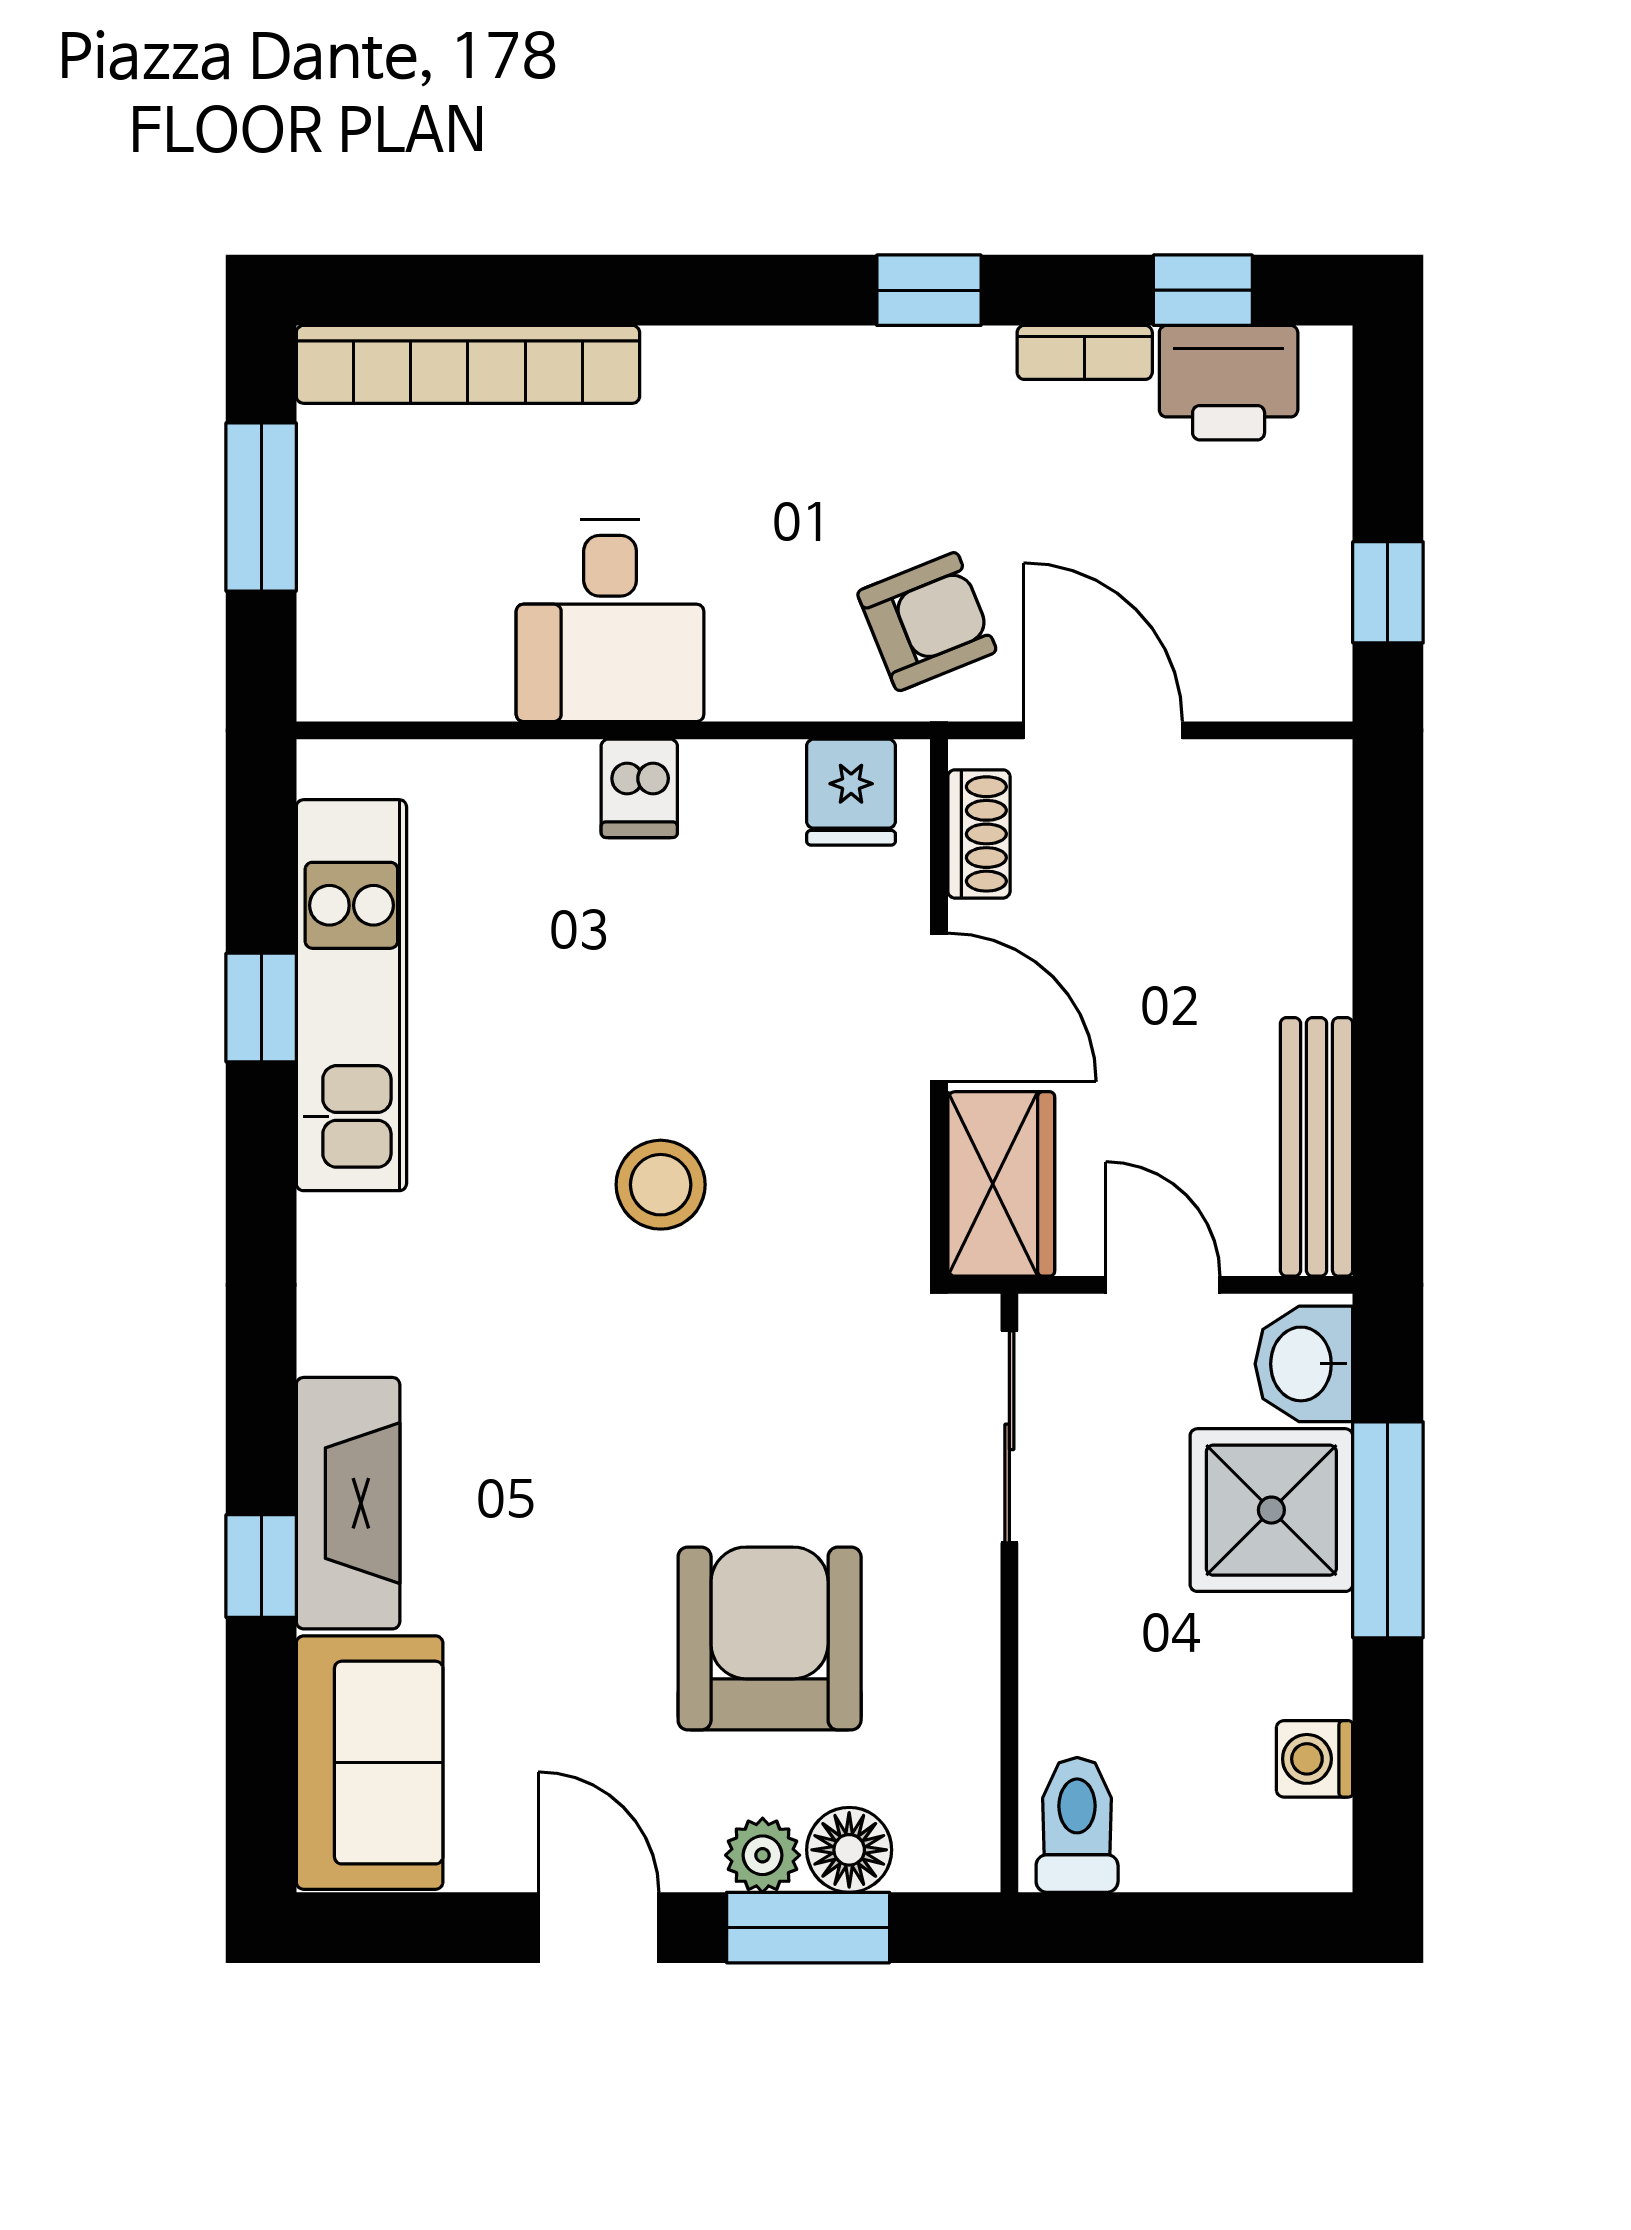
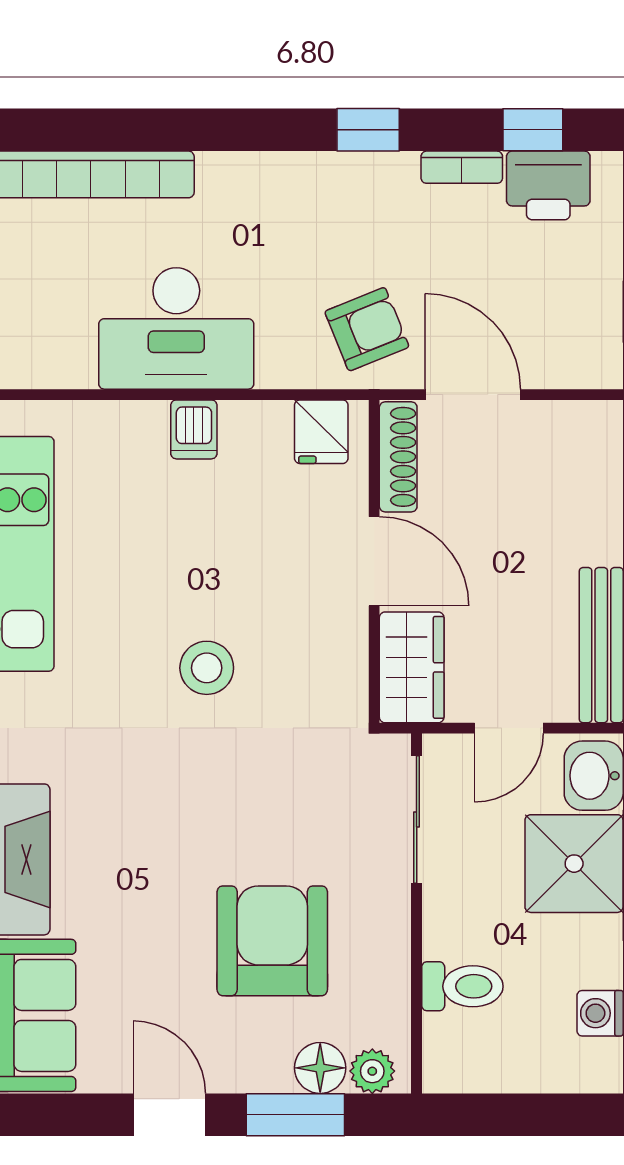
desk: (610, 620) -> (176, 328), width x1.37
shoe rack: (979, 834) -> (398, 457), width x1.43
door: (1163, 1285) -> (509, 728), swing flipped
toilet: (1077, 1825) -> (462, 986), moved, turned 90
plant: (763, 1855) -> (372, 1071), moved

